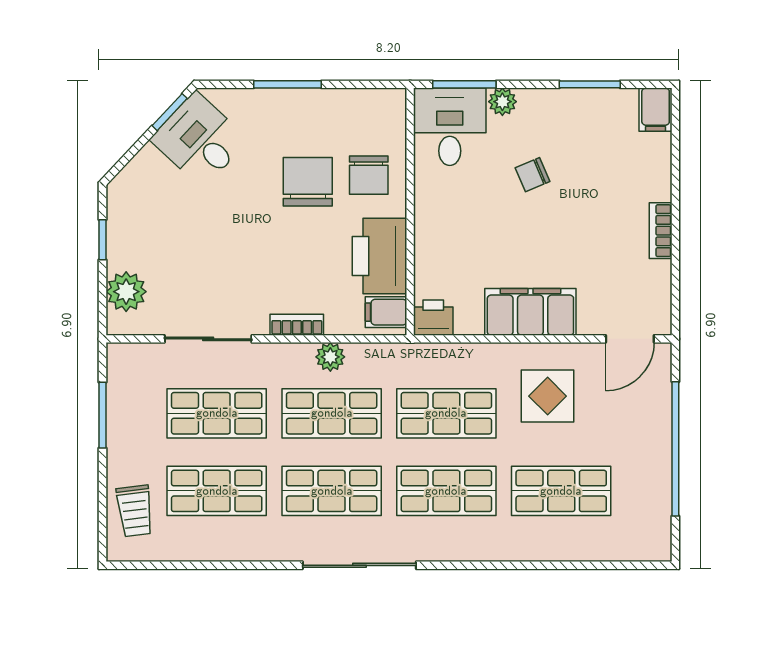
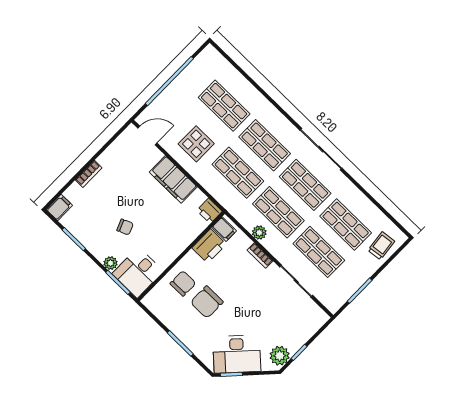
desk: (199, 140) -> (237, 354), width x1.37
bookcase: (661, 231) -> (89, 174), moved
printer: (379, 256) -> (209, 246), width x0.73, depth x0.84
plant: (126, 292) -> (280, 356), moved

